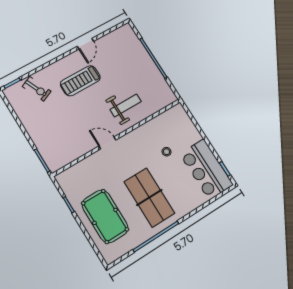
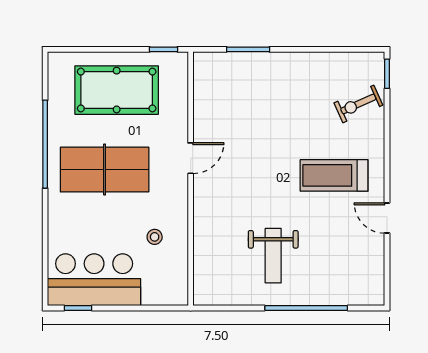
treadmill: (80, 81) -> (334, 175), turned -90
weight bench: (126, 105) -> (273, 256), moved
wall: (118, 137) -> (191, 179), moved
door: (107, 143) -> (191, 158), moved

